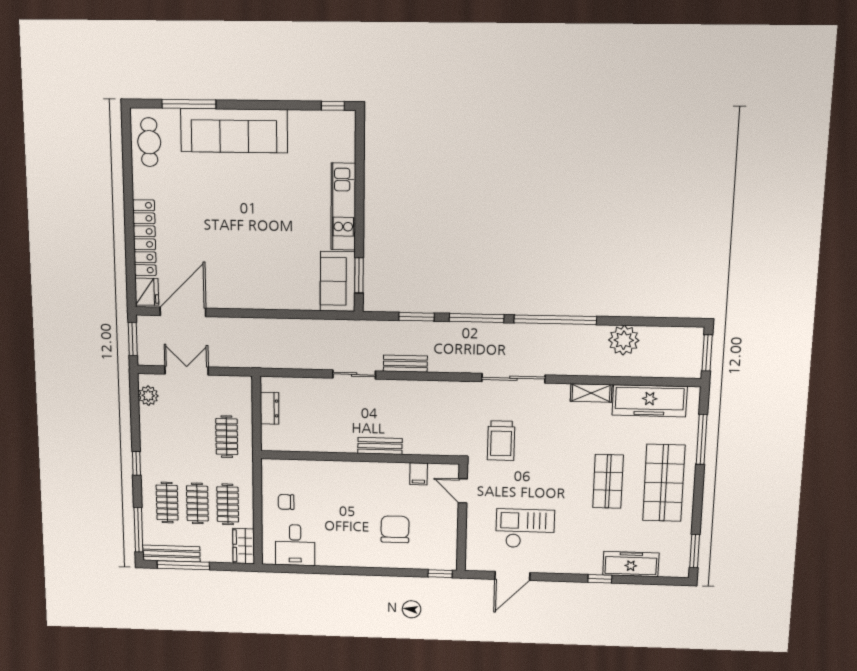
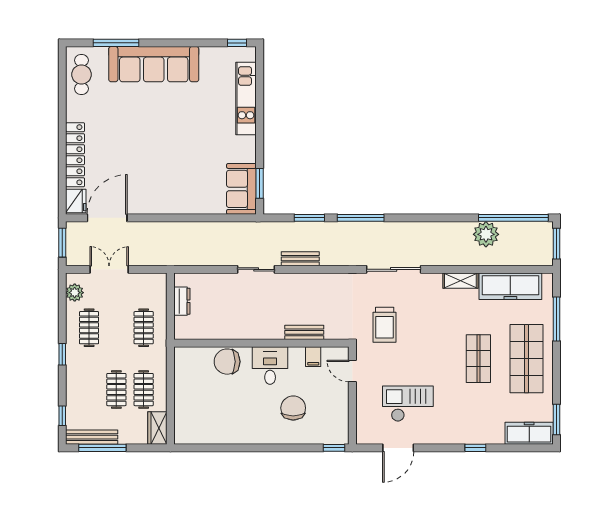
kitchen unit: (343, 207) -> (246, 99), moved
window: (555, 320) -> (513, 218), moved
bench: (380, 446) -> (304, 332), moved
chair: (286, 502) -> (227, 362), moved, width x1.87, depth x1.87
clothes rail: (167, 503) -> (89, 328), moved
window: (138, 530) -> (62, 416), width x0.46
desk: (295, 545) -> (270, 366), moved, turned 180
freezer: (631, 564) -> (529, 433), moved

